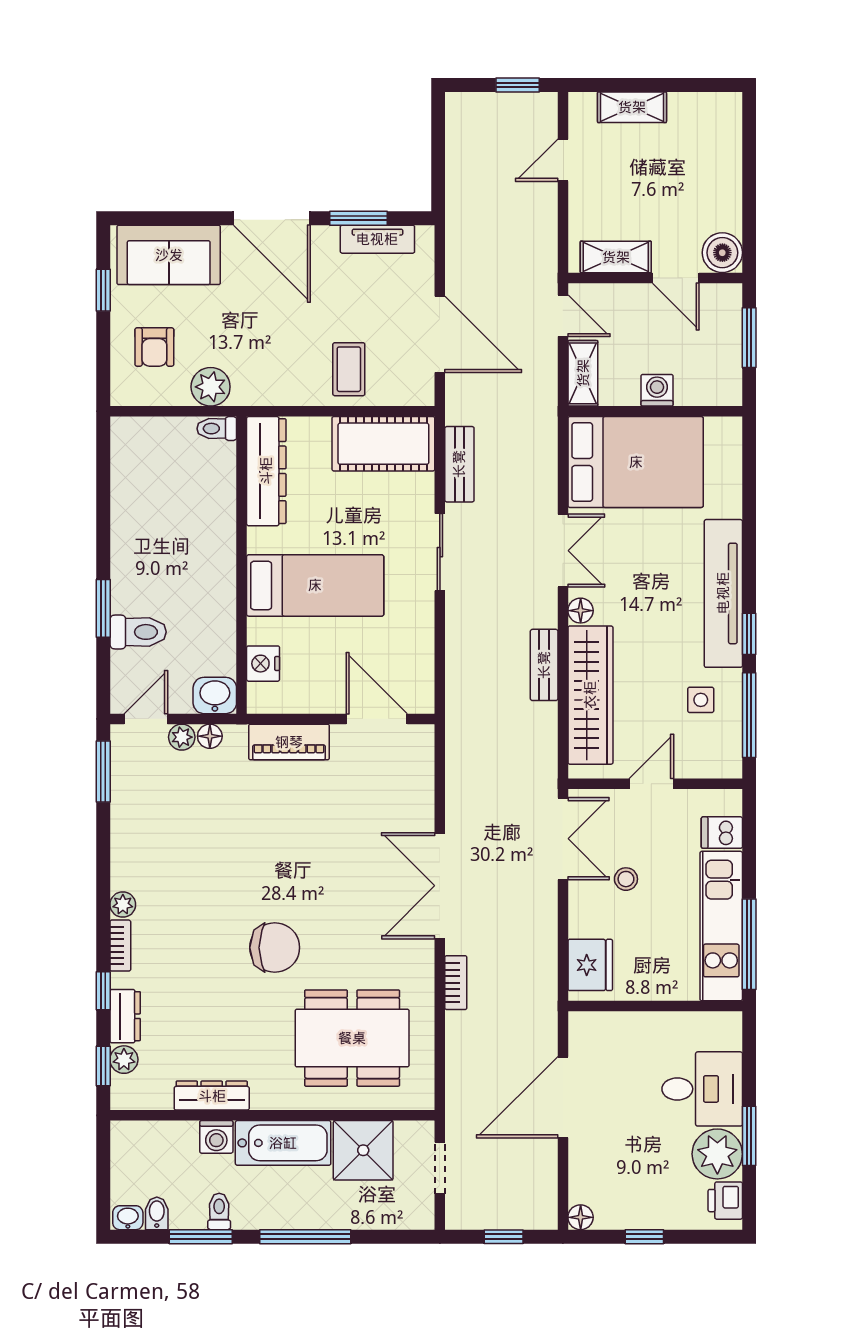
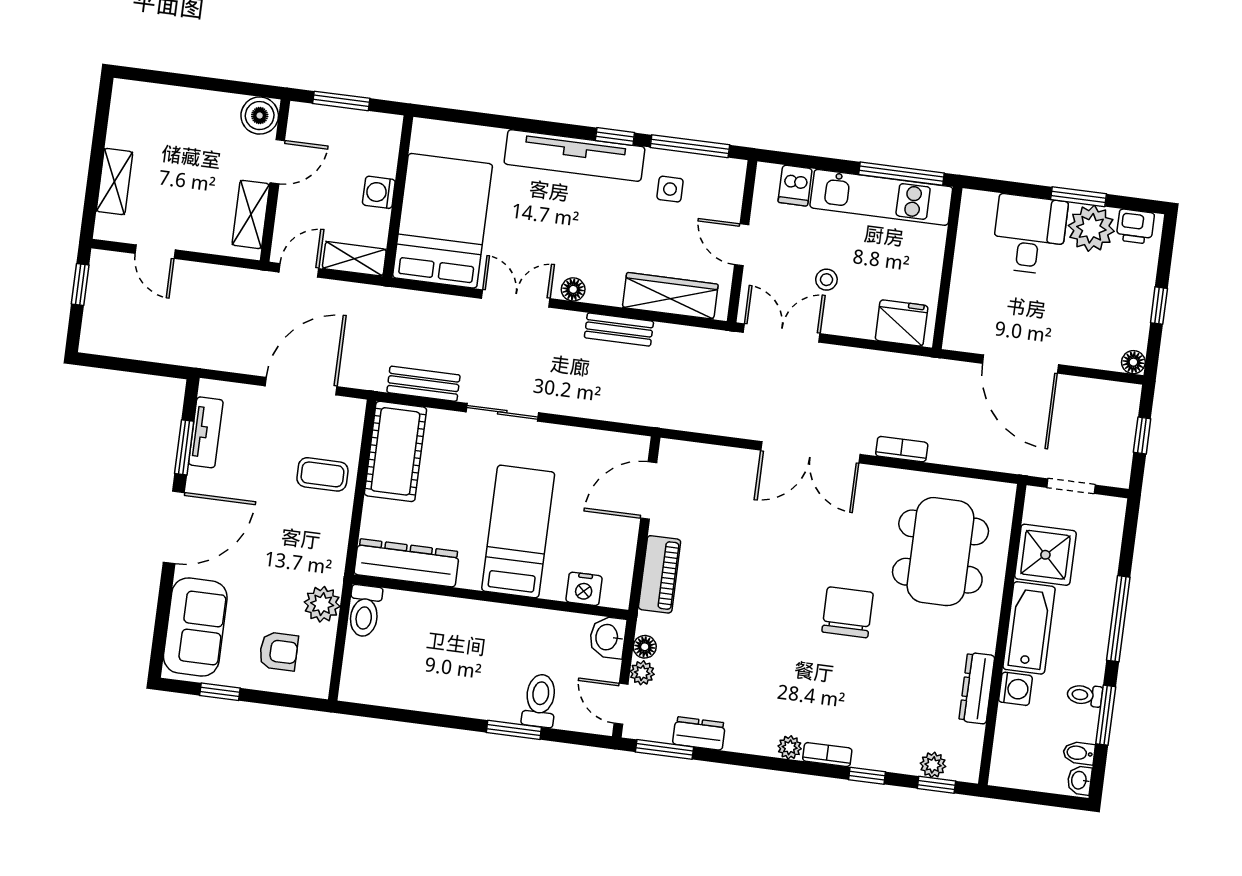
toilet: (217, 429) -> (365, 611), width x1.37, depth x1.39
wardrobe: (590, 695) -> (670, 296), width x0.71, depth x0.85
dresser: (125, 1016) -> (699, 733), moved

